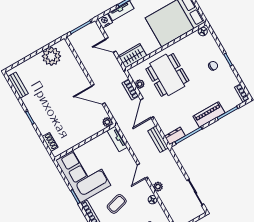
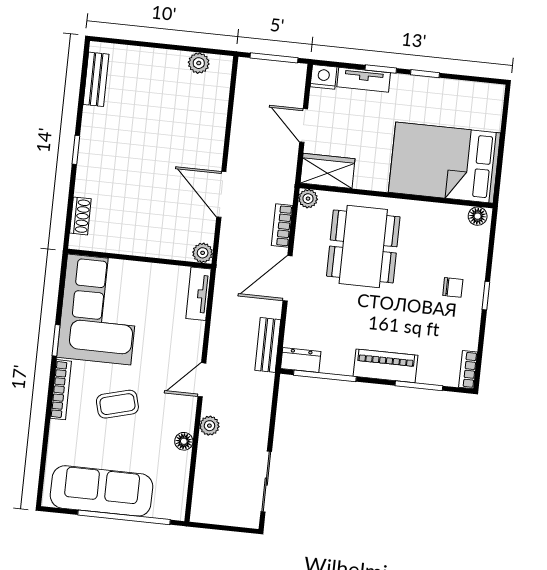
plant: (51, 56) -> (199, 63), width x0.53, depth x0.53
plant: (140, 84) -> (308, 199), moved

